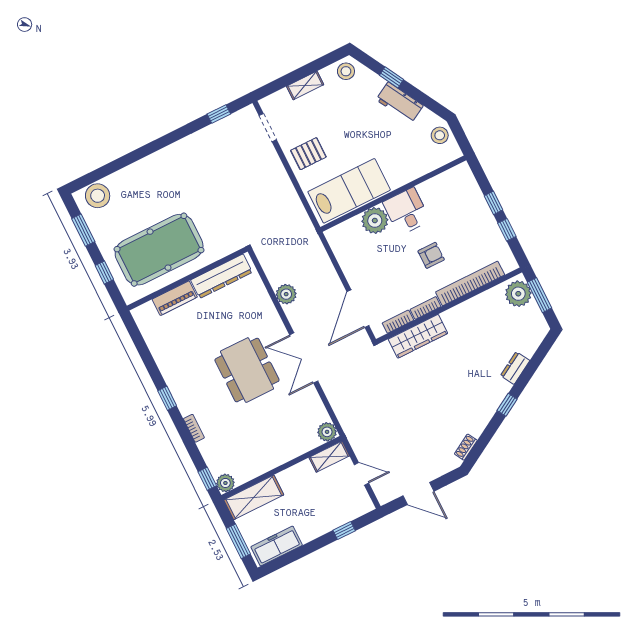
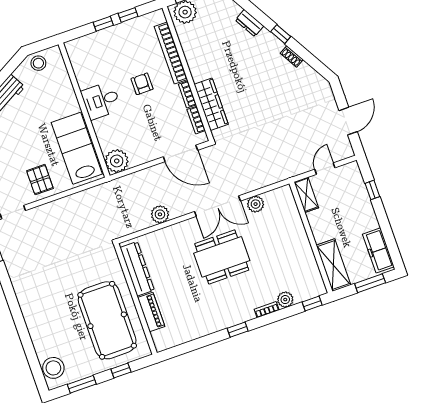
plant: (375, 221) -> (117, 161), moved
plant: (327, 432) -> (256, 204), moved
shoe rack: (466, 447) -> (292, 56), moved
plant: (225, 483) -> (285, 300), moved

